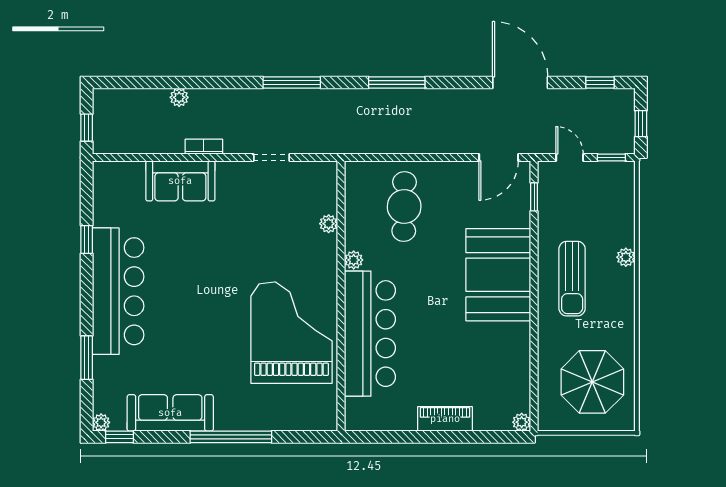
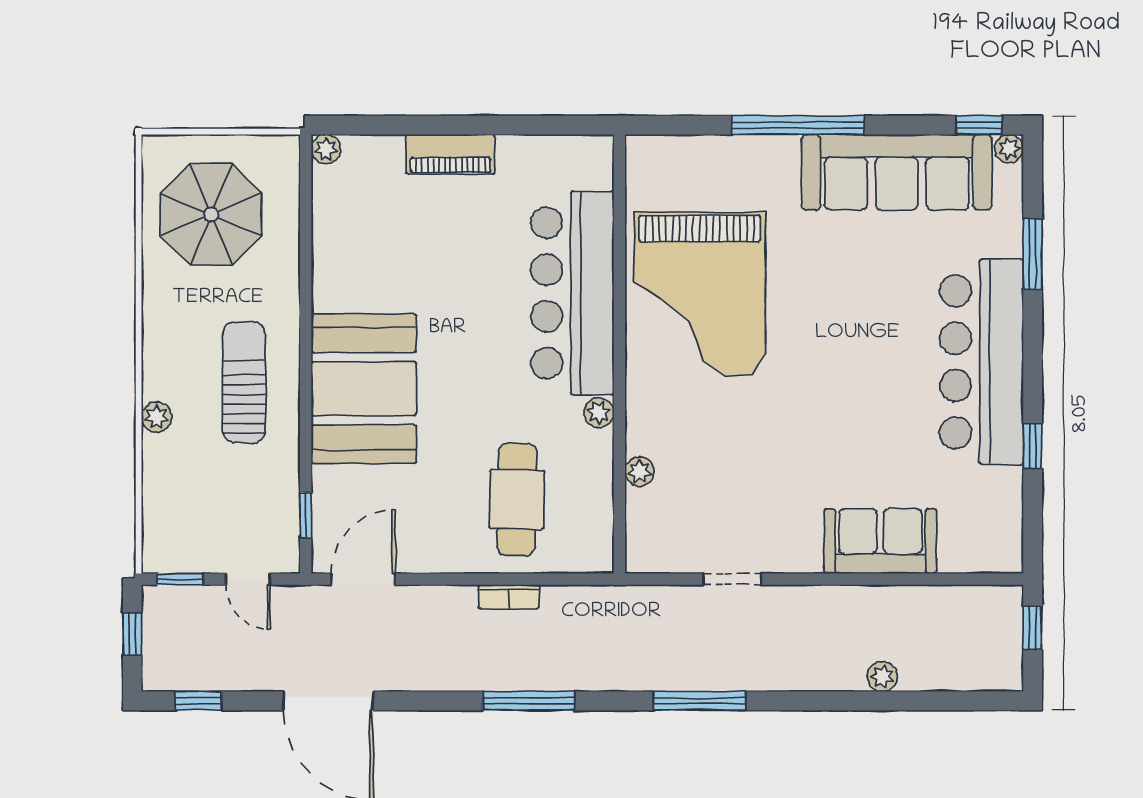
bookcase: (204, 147) -> (509, 597), moved
sofa: (170, 413) -> (897, 172), width x1.36, depth x1.27

